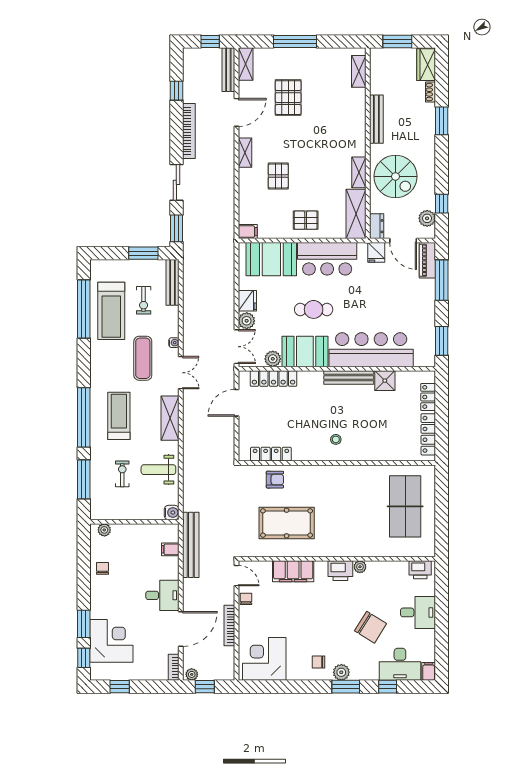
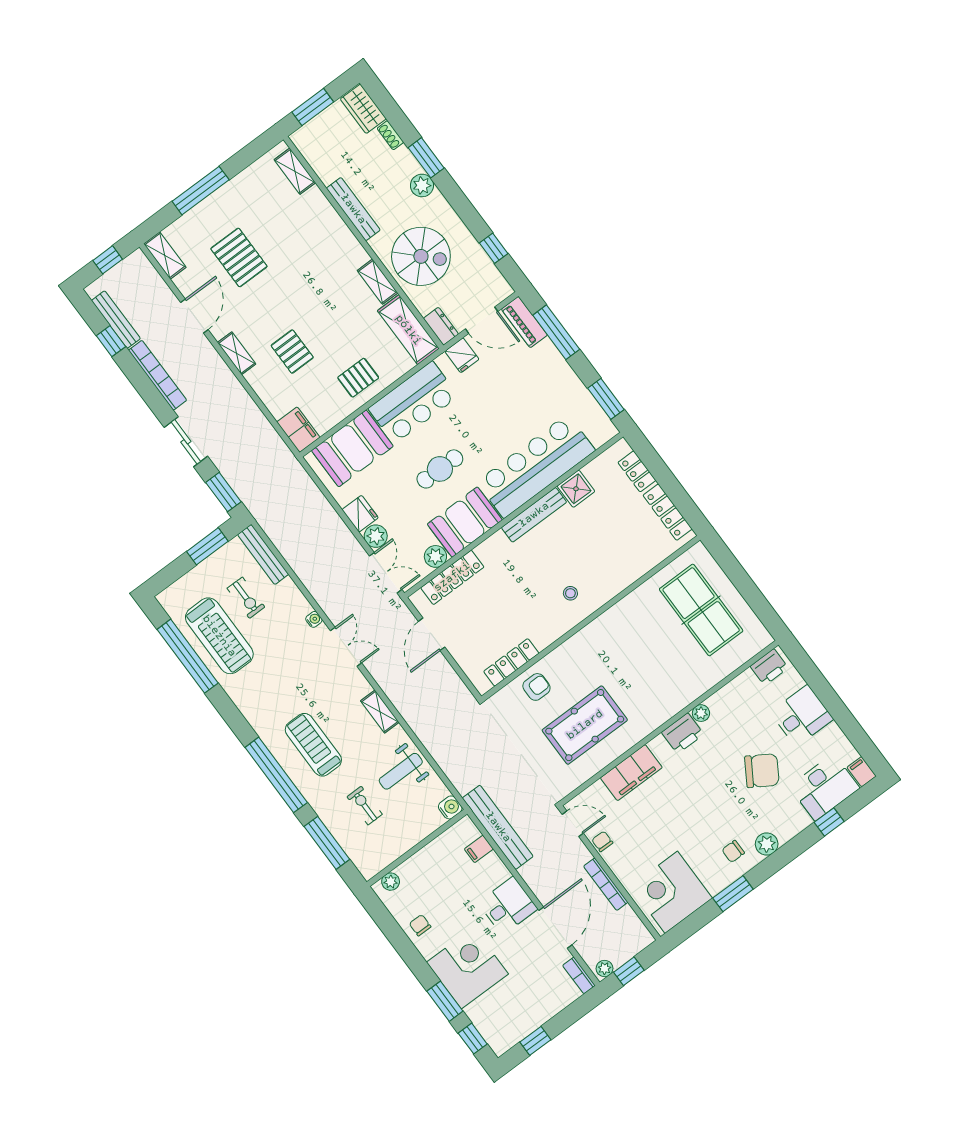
bench: (228, 70) -> (116, 320), moved
plant: (427, 218) -> (422, 185), moved
filing cabinet: (248, 232) -> (298, 430), width x2.00
exercise mat: (143, 358) -> (293, 662), removed
shelving: (170, 418) -> (380, 712), width x0.67, depth x0.75
corner desk: (111, 641) -> (467, 968), moved
window: (346, 687) -> (733, 894), moved

